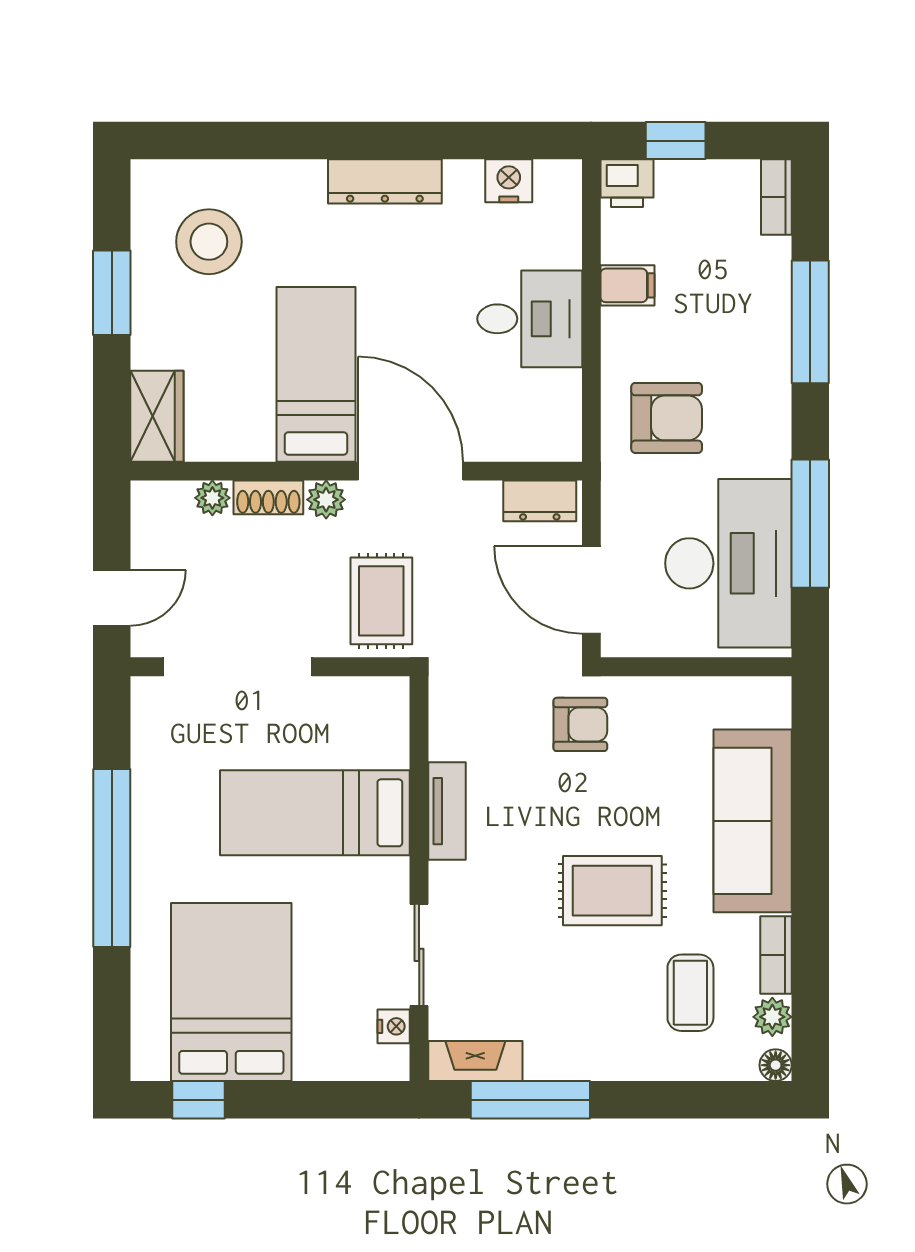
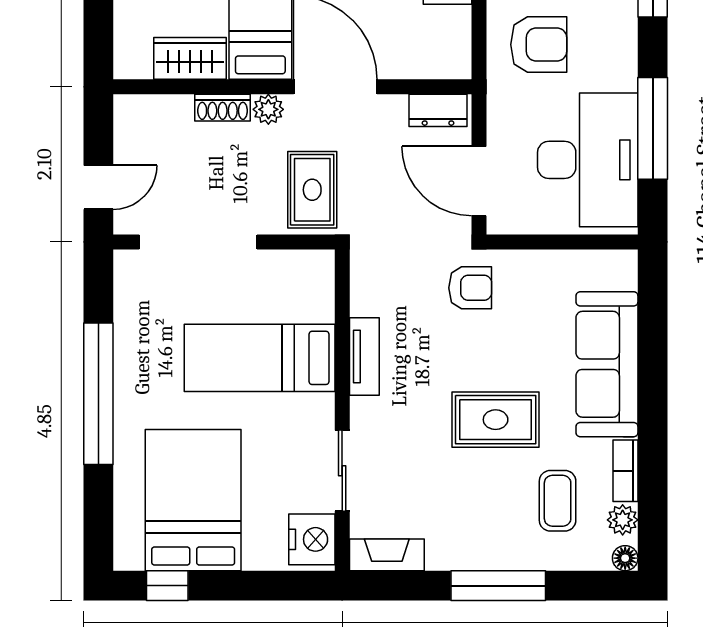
wardrobe: (157, 416) -> (190, 58), moved, turned -90
plant: (212, 498) -> (178, 108), removed
nightstand: (394, 1026) -> (312, 539), width x1.89, depth x1.79
window: (530, 1100) -> (498, 586), moved

